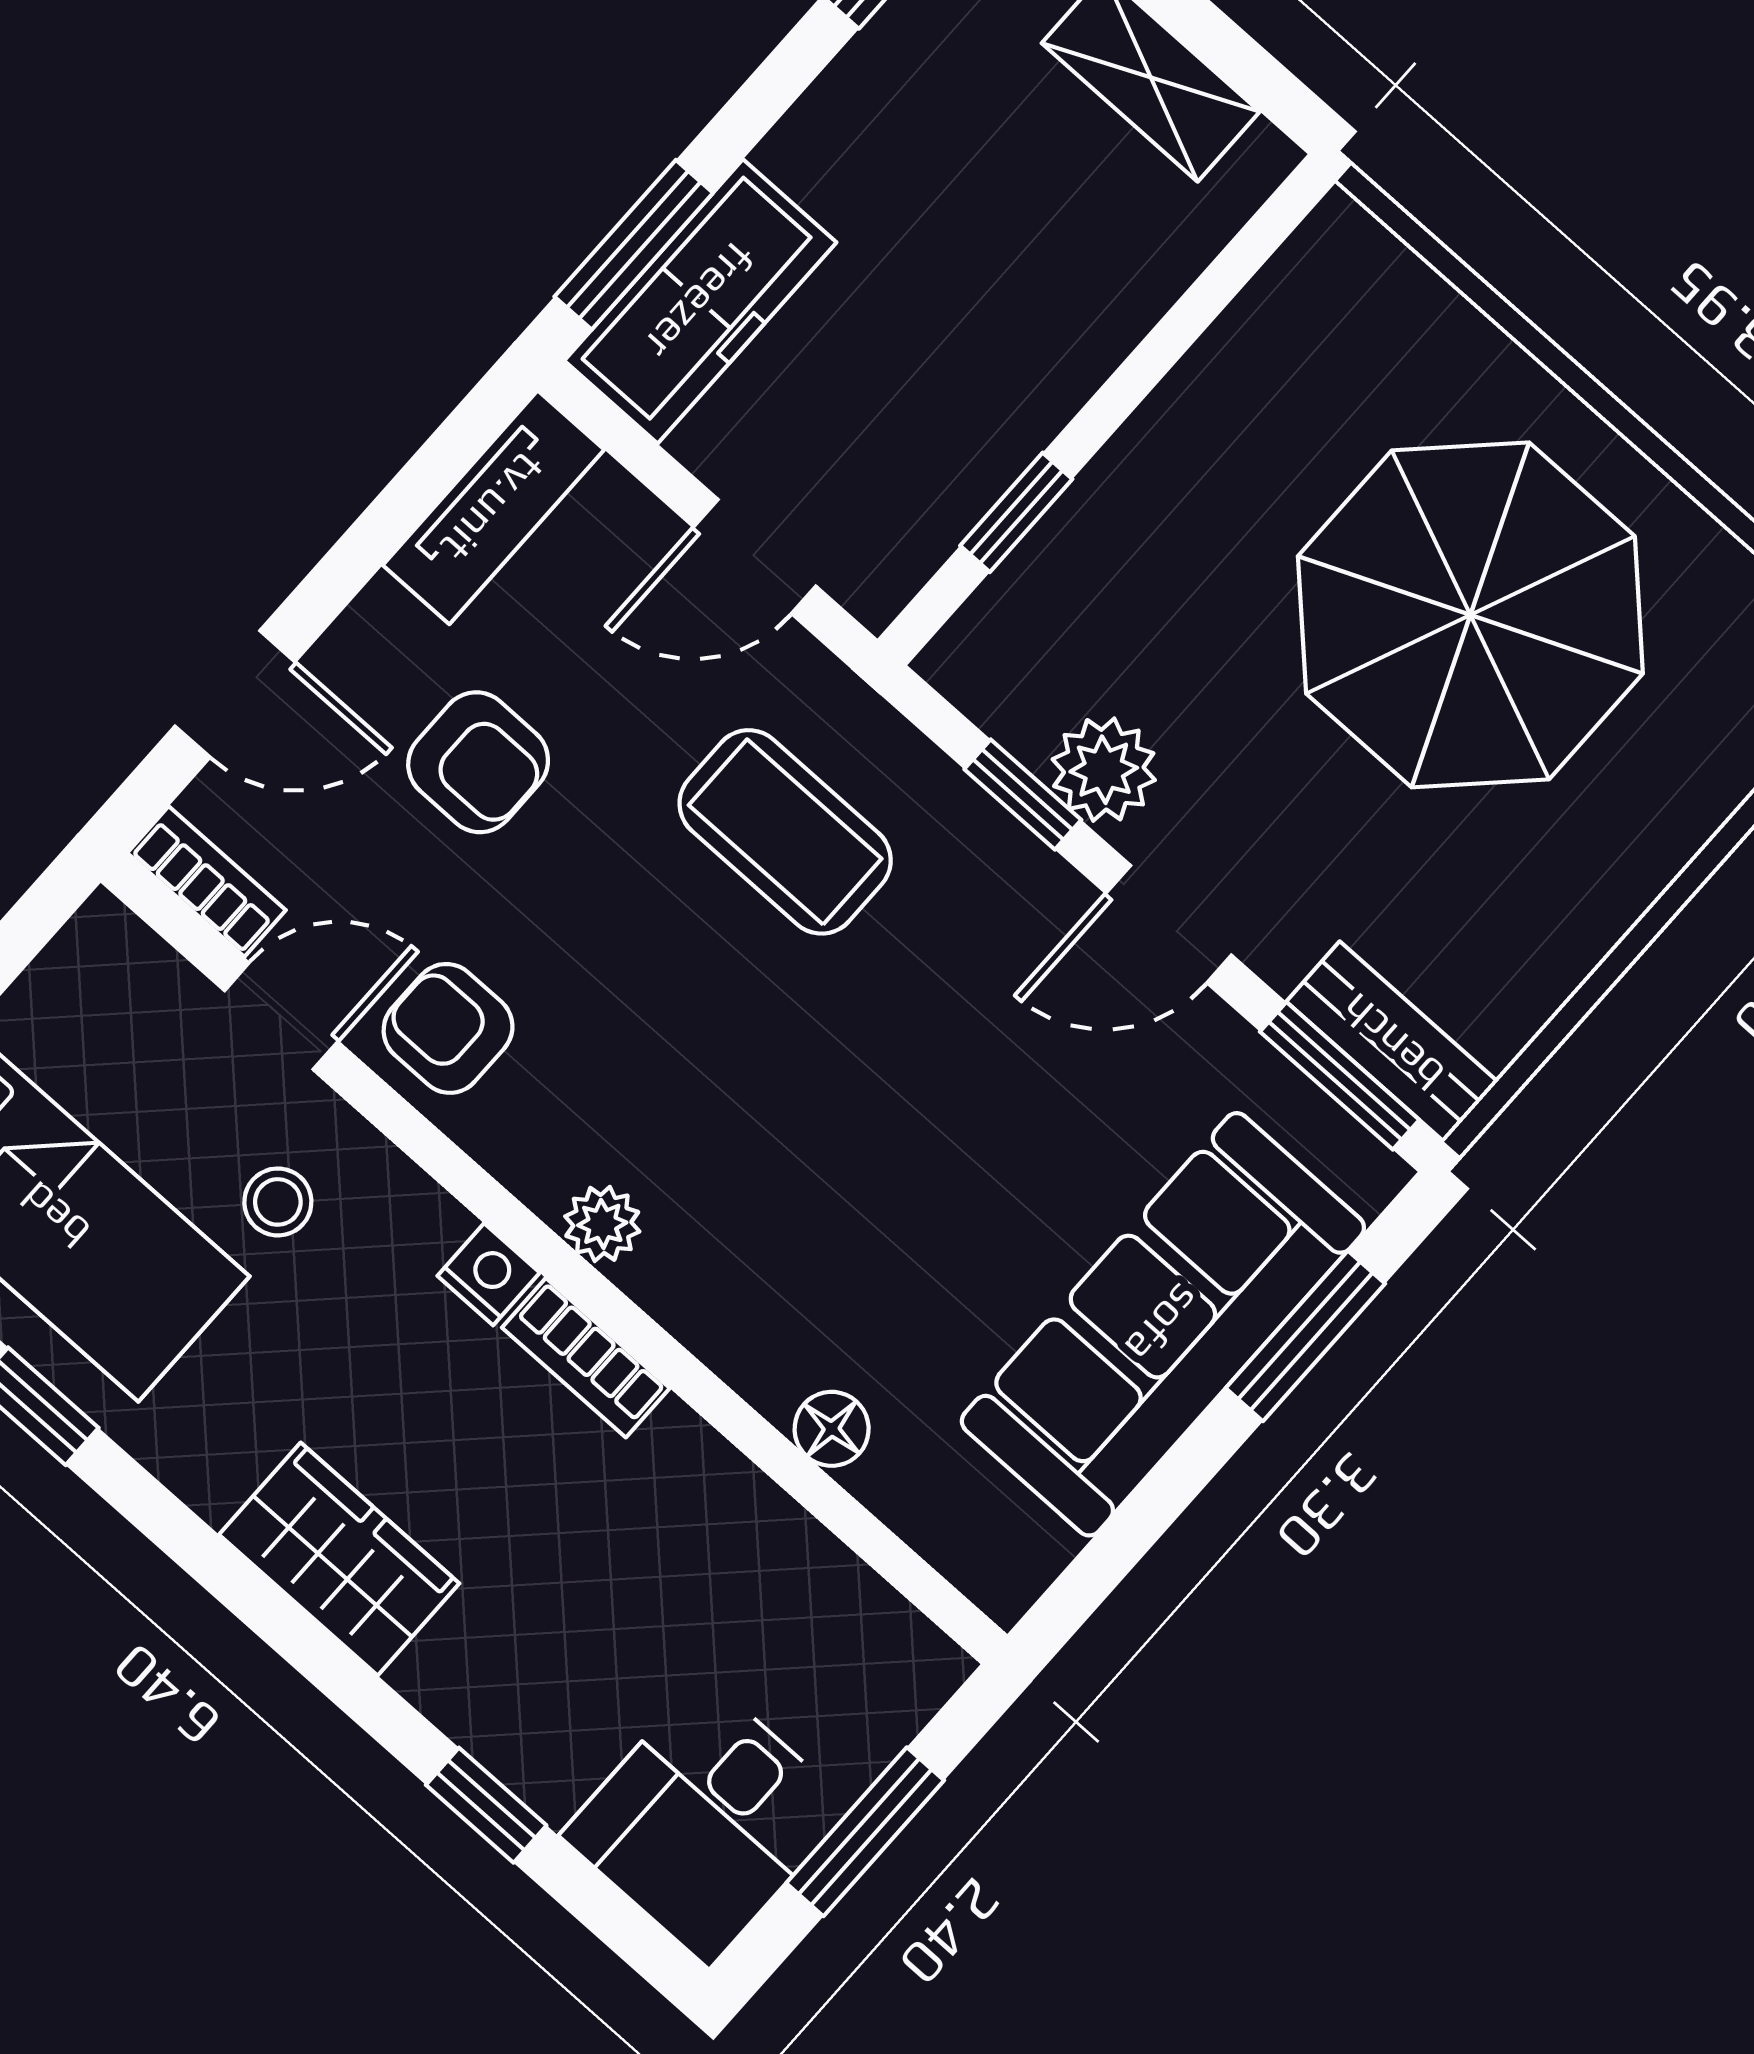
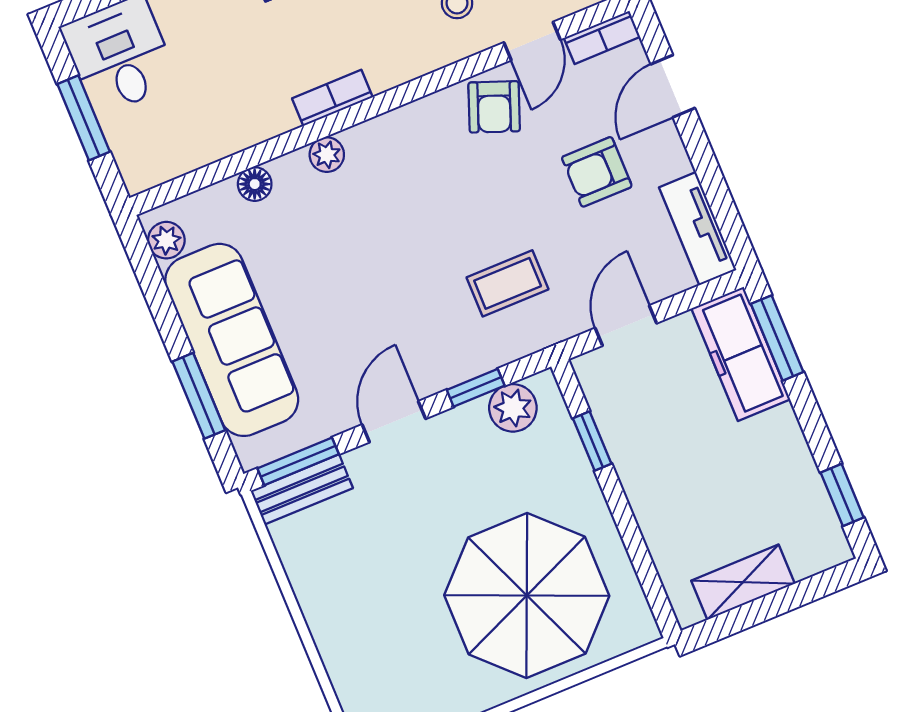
parasol: (1470, 615) -> (527, 596), moved
plant: (1104, 770) -> (513, 408), moved
coffee table: (785, 832) -> (508, 283), width x0.73, depth x0.77
armchair: (448, 1028) -> (494, 107), turned 111
plant: (602, 1224) -> (327, 155), moved
nightstand: (489, 1274) -> (386, 75), removed
plant: (1028, 1550) -> (166, 240), added

